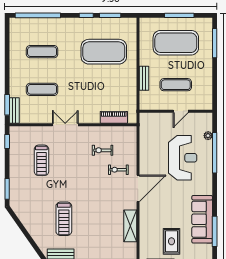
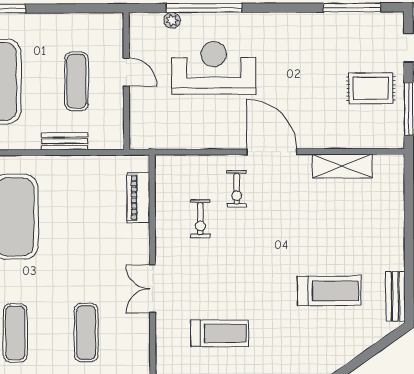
sofa: (202, 219) -> (329, 31), removed

